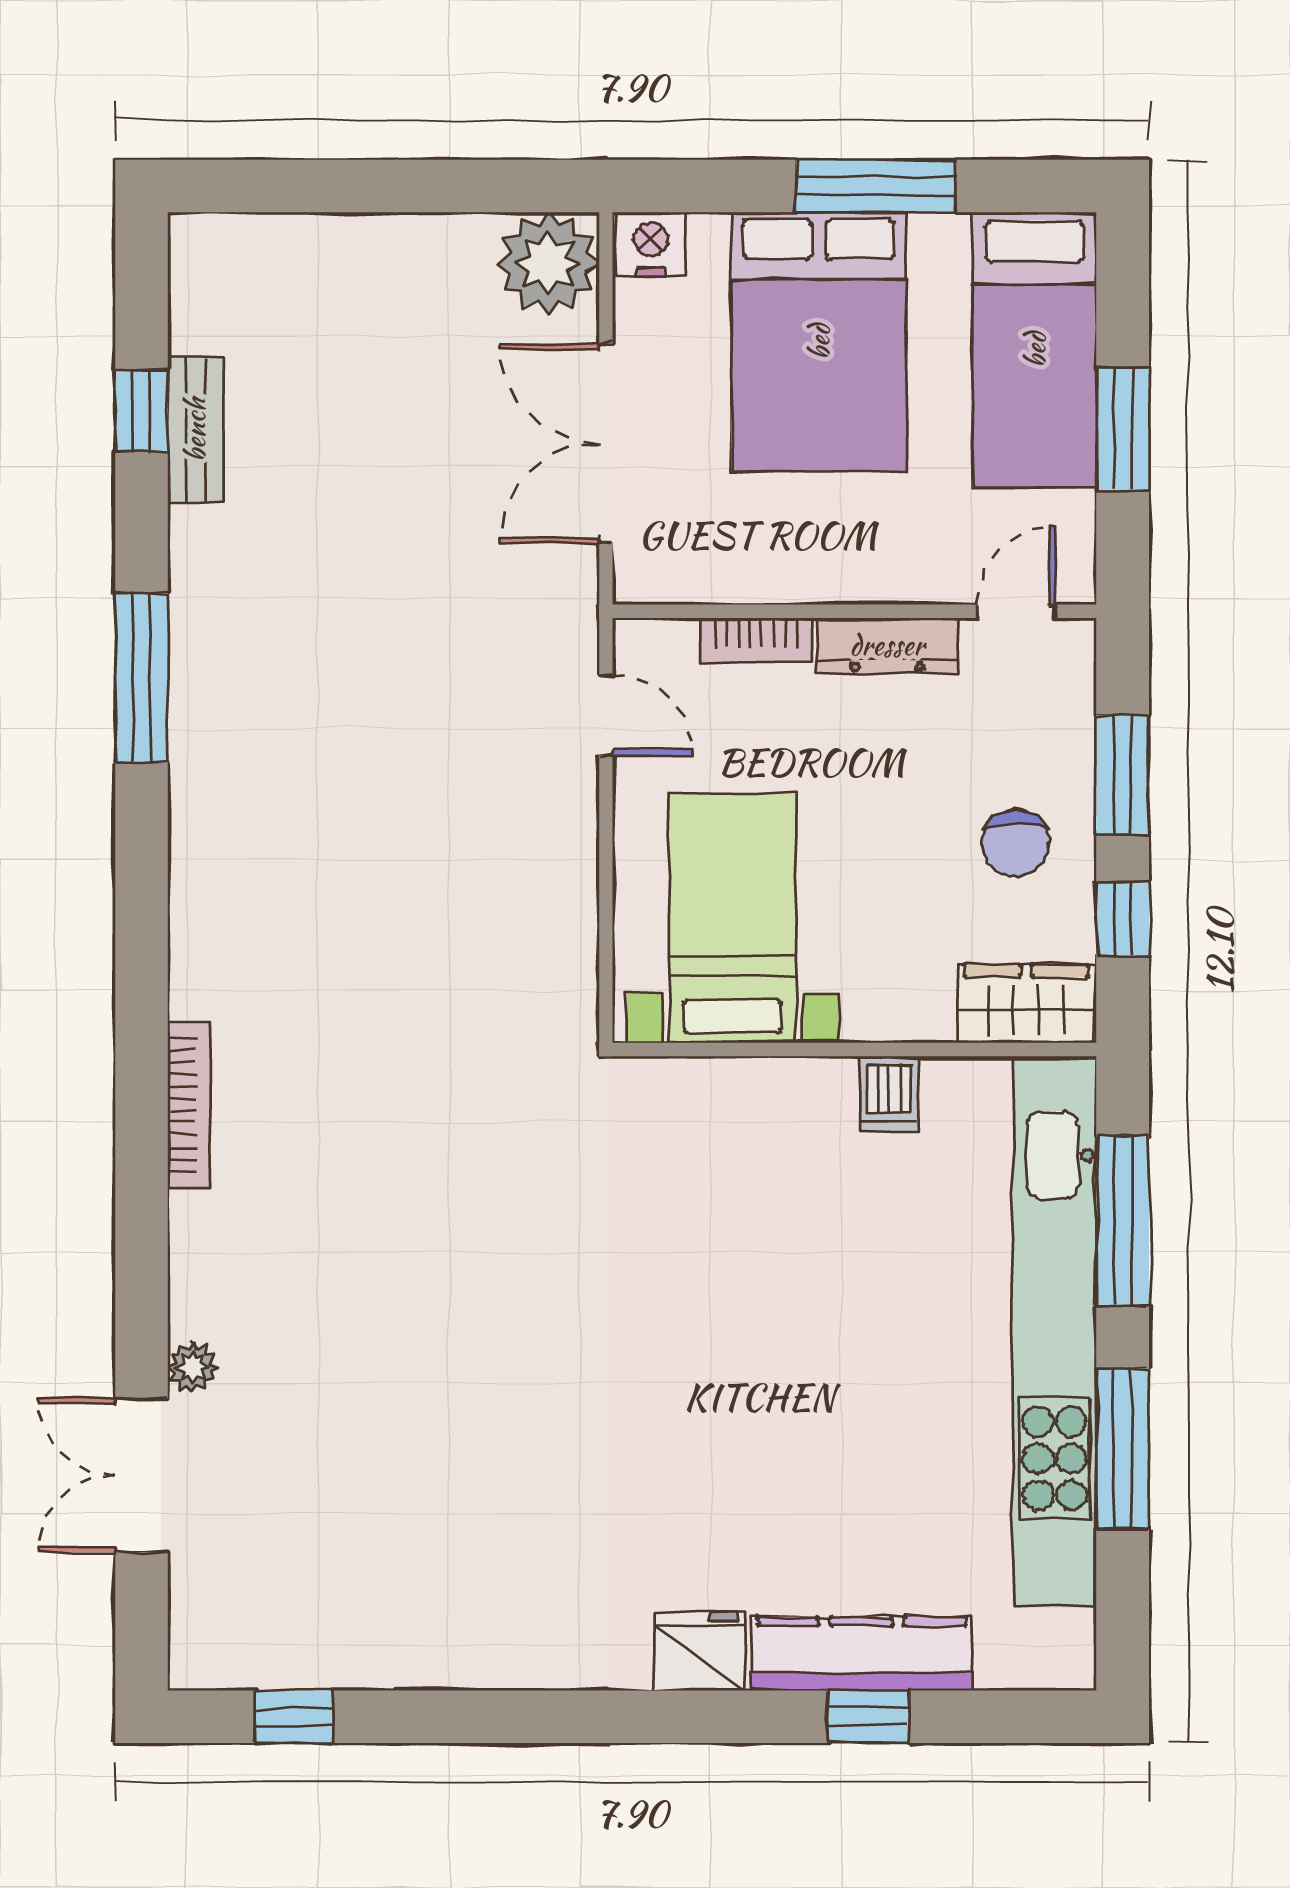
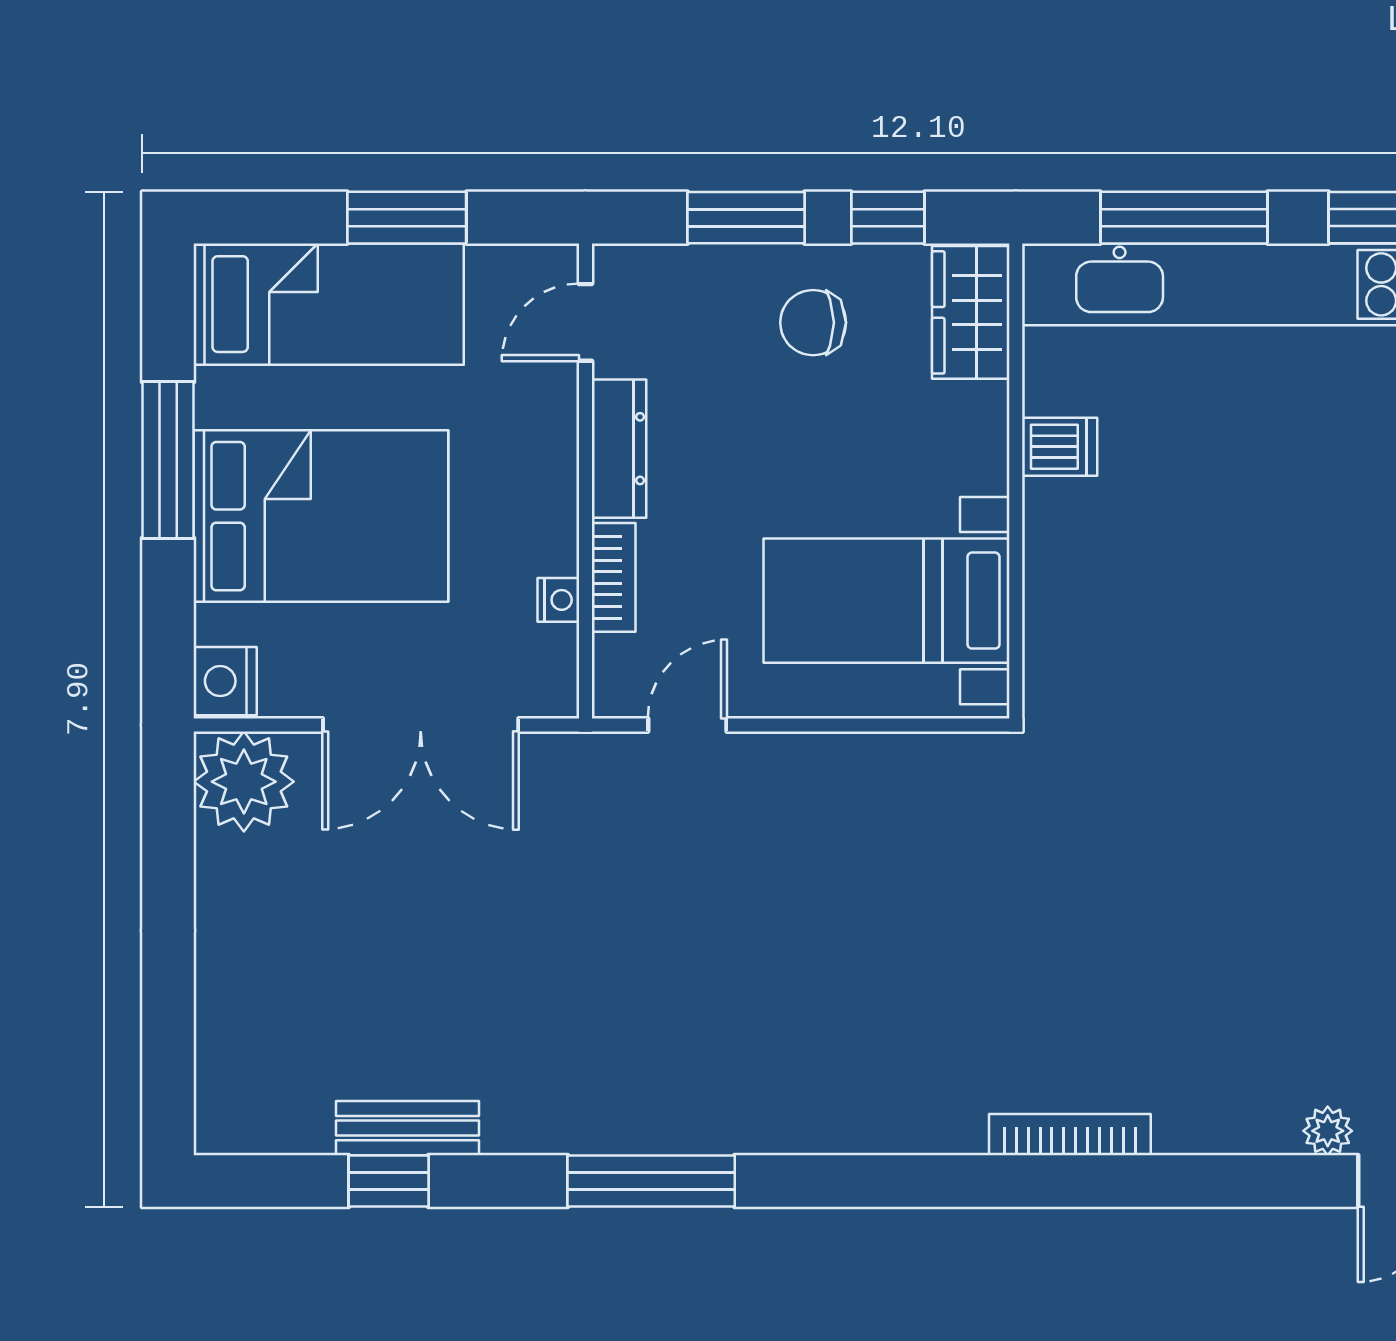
nightstand: (733, 584) -> (558, 600), added
door: (1016, 611) -> (585, 322), hinge flipped
chair: (1016, 843) -> (813, 323), turned 180

